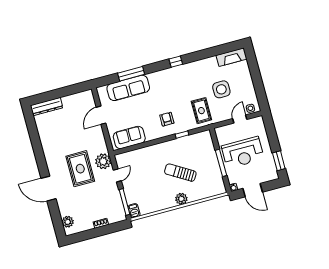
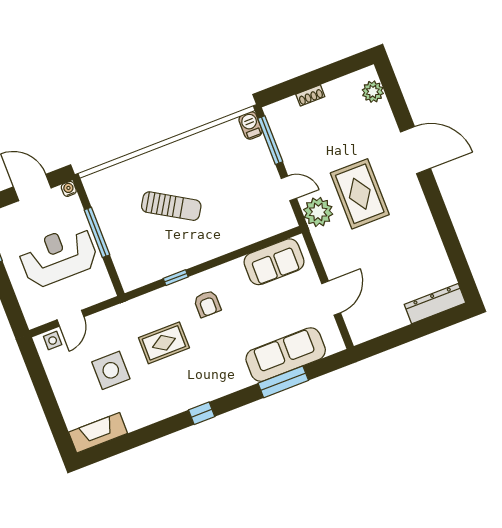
rug: (201, 111) -> (164, 343), moved, turned 90
door: (117, 175) -> (289, 188), swing flipped
plant: (181, 199) -> (164, 157), removed

